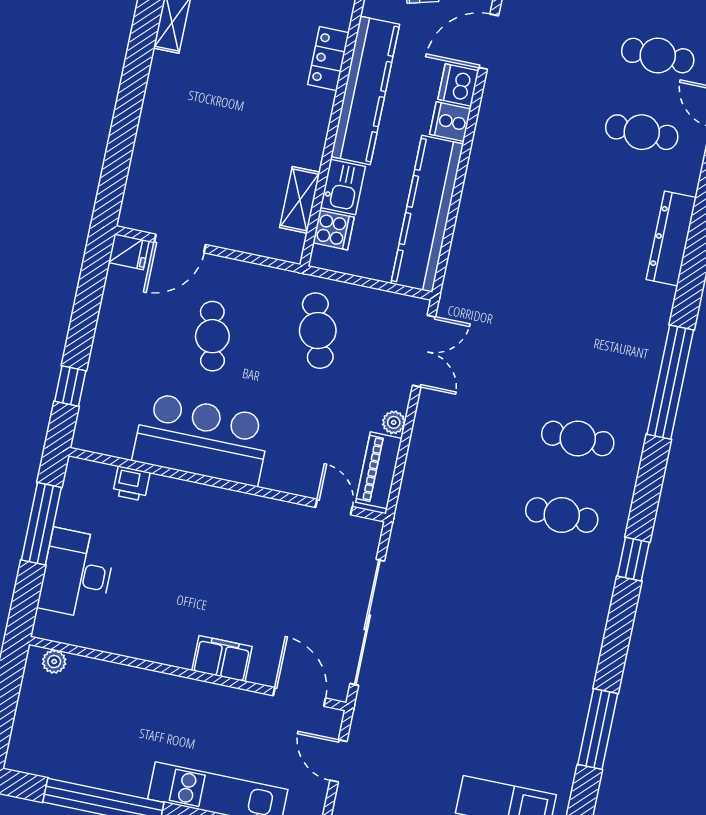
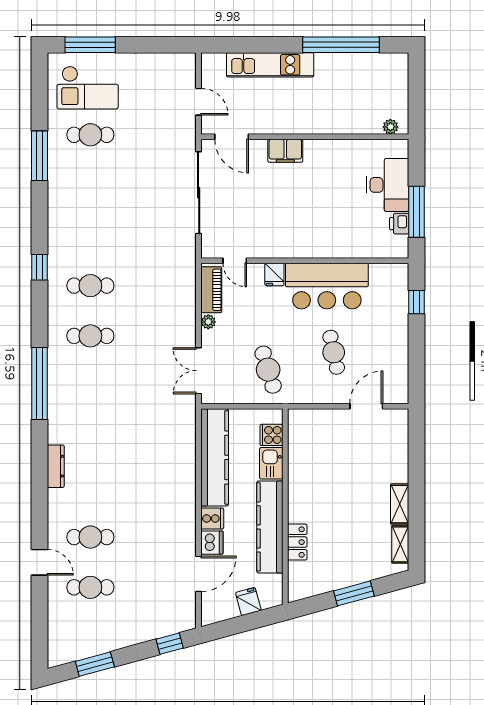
shelving: (300, 200) -> (400, 504), moved
dresser: (671, 239) -> (56, 466), width x0.73, depth x0.80
fridge: (129, 252) -> (274, 274), moved, turned -90
printer: (131, 484) -> (399, 224), moved, turned -90
cafe table: (514, 745) -> (90, 135), added

